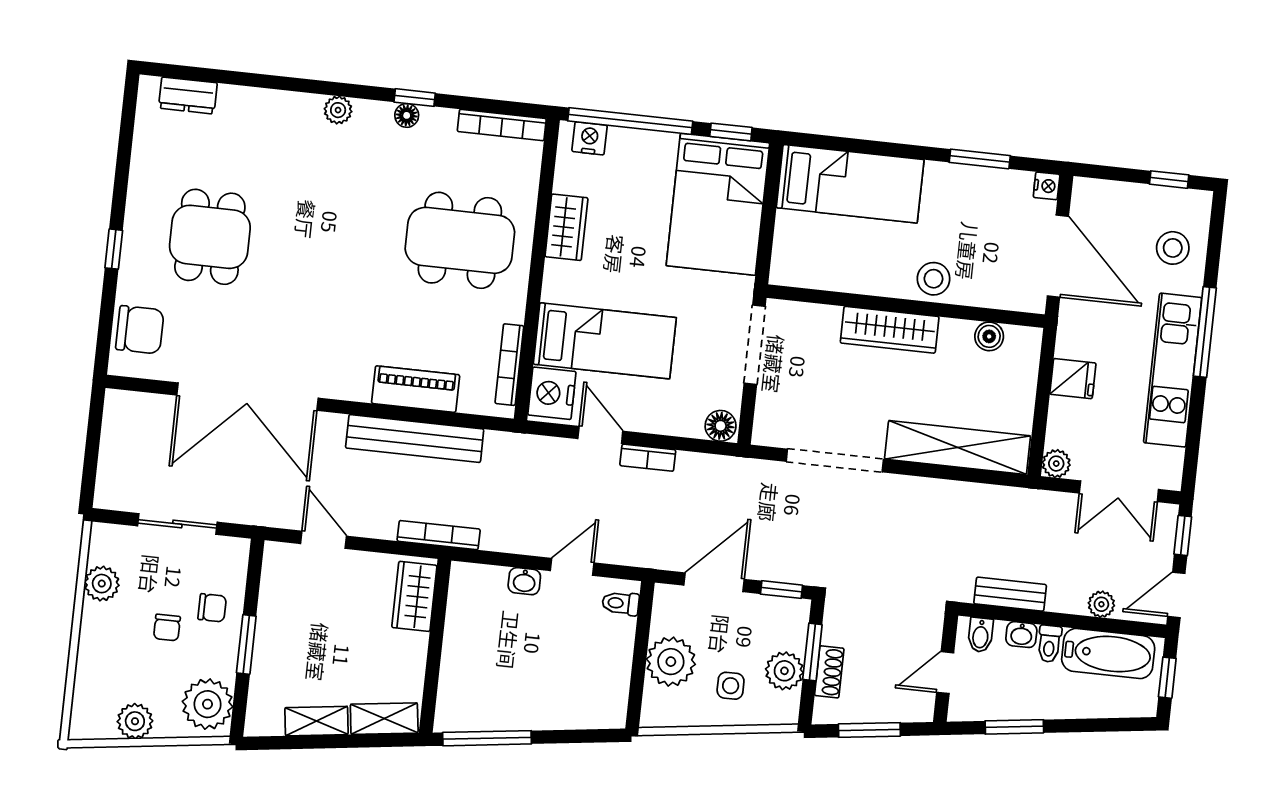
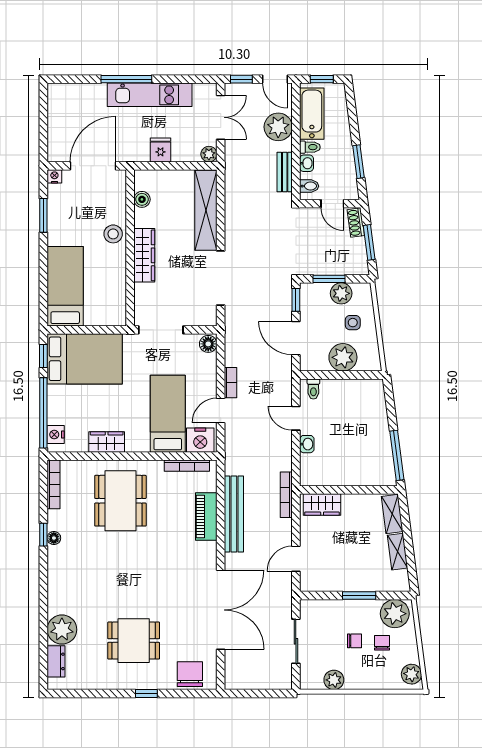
plant: (338, 110) -> (62, 630), moved, width x1.87, depth x1.87
window: (1169, 180) -> (43, 108), removed
stool: (1173, 248) -> (81, 102), removed
plant: (1101, 604) -> (278, 127), width x1.88, depth x1.88
chair: (212, 608) -> (382, 643), moved
shoe rack: (829, 672) -> (356, 223), moved, turned -97
plant: (135, 721) -> (411, 674), moved

